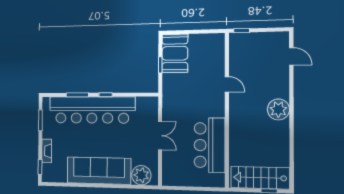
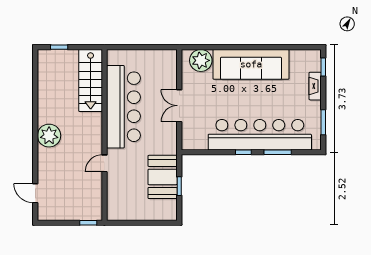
booth: (175, 53) -> (163, 177), moved
door: (227, 84) -> (104, 163), hinge flipped
bar counter: (210, 145) -> (123, 107), width x1.36
stairs: (260, 178) -> (91, 80), moved, turned 90

